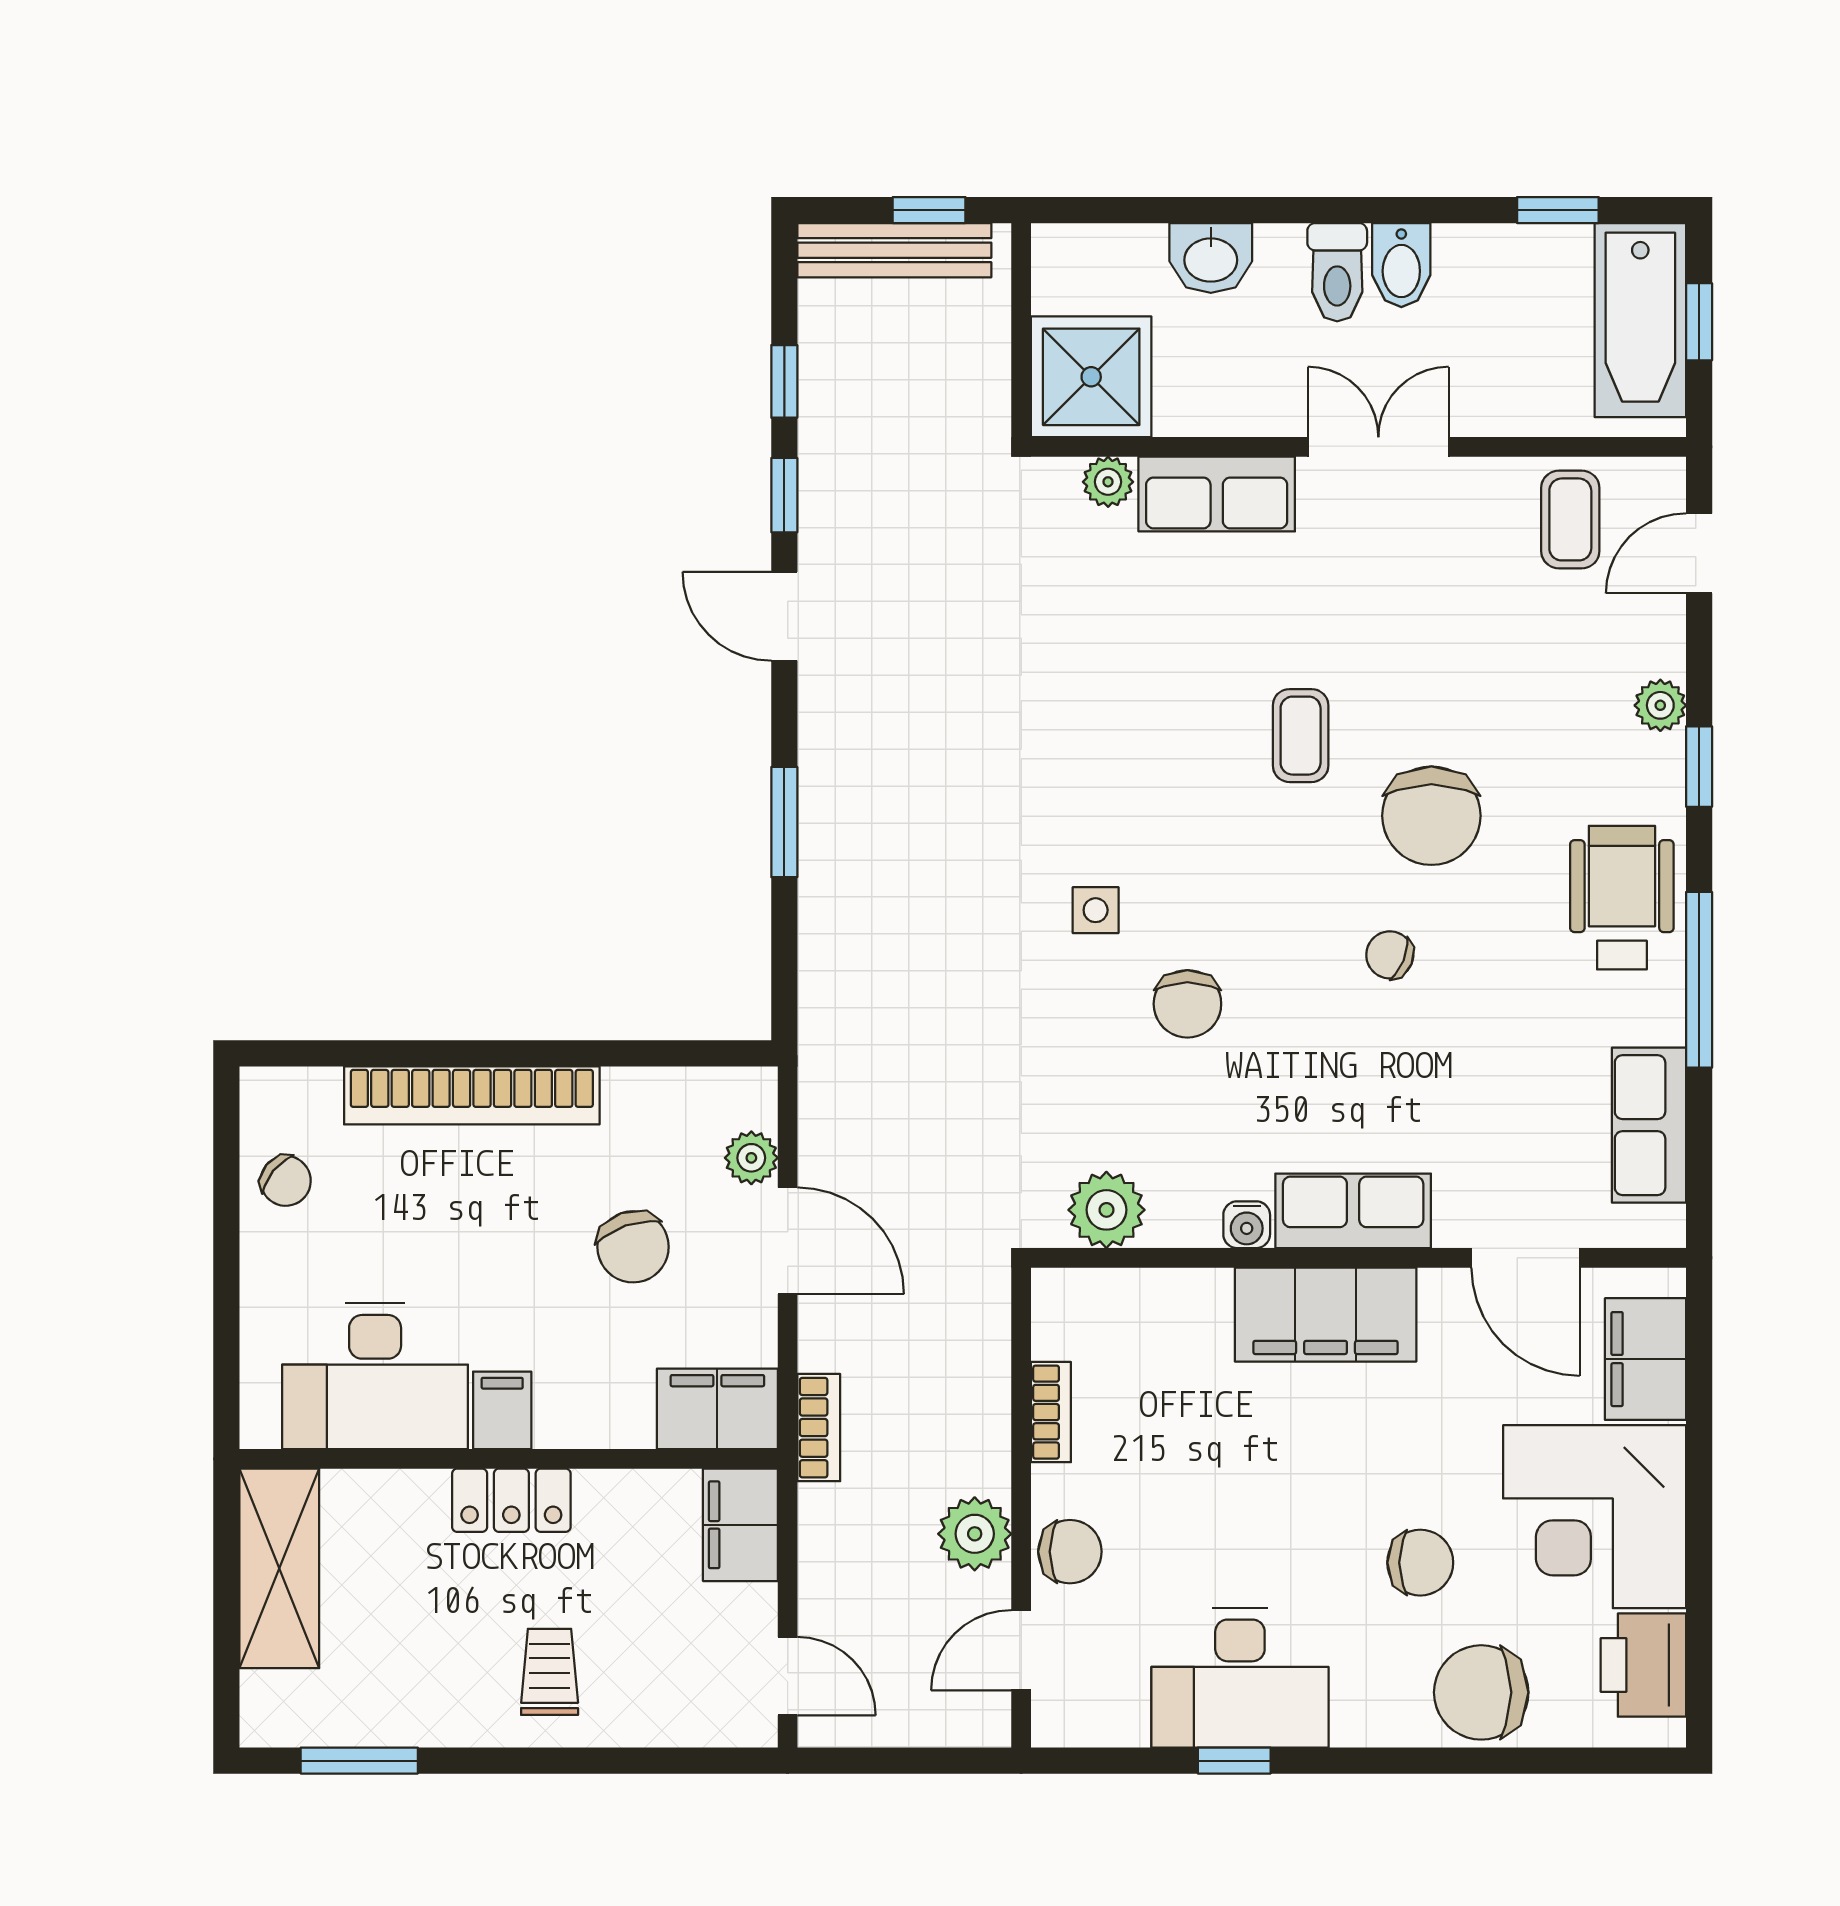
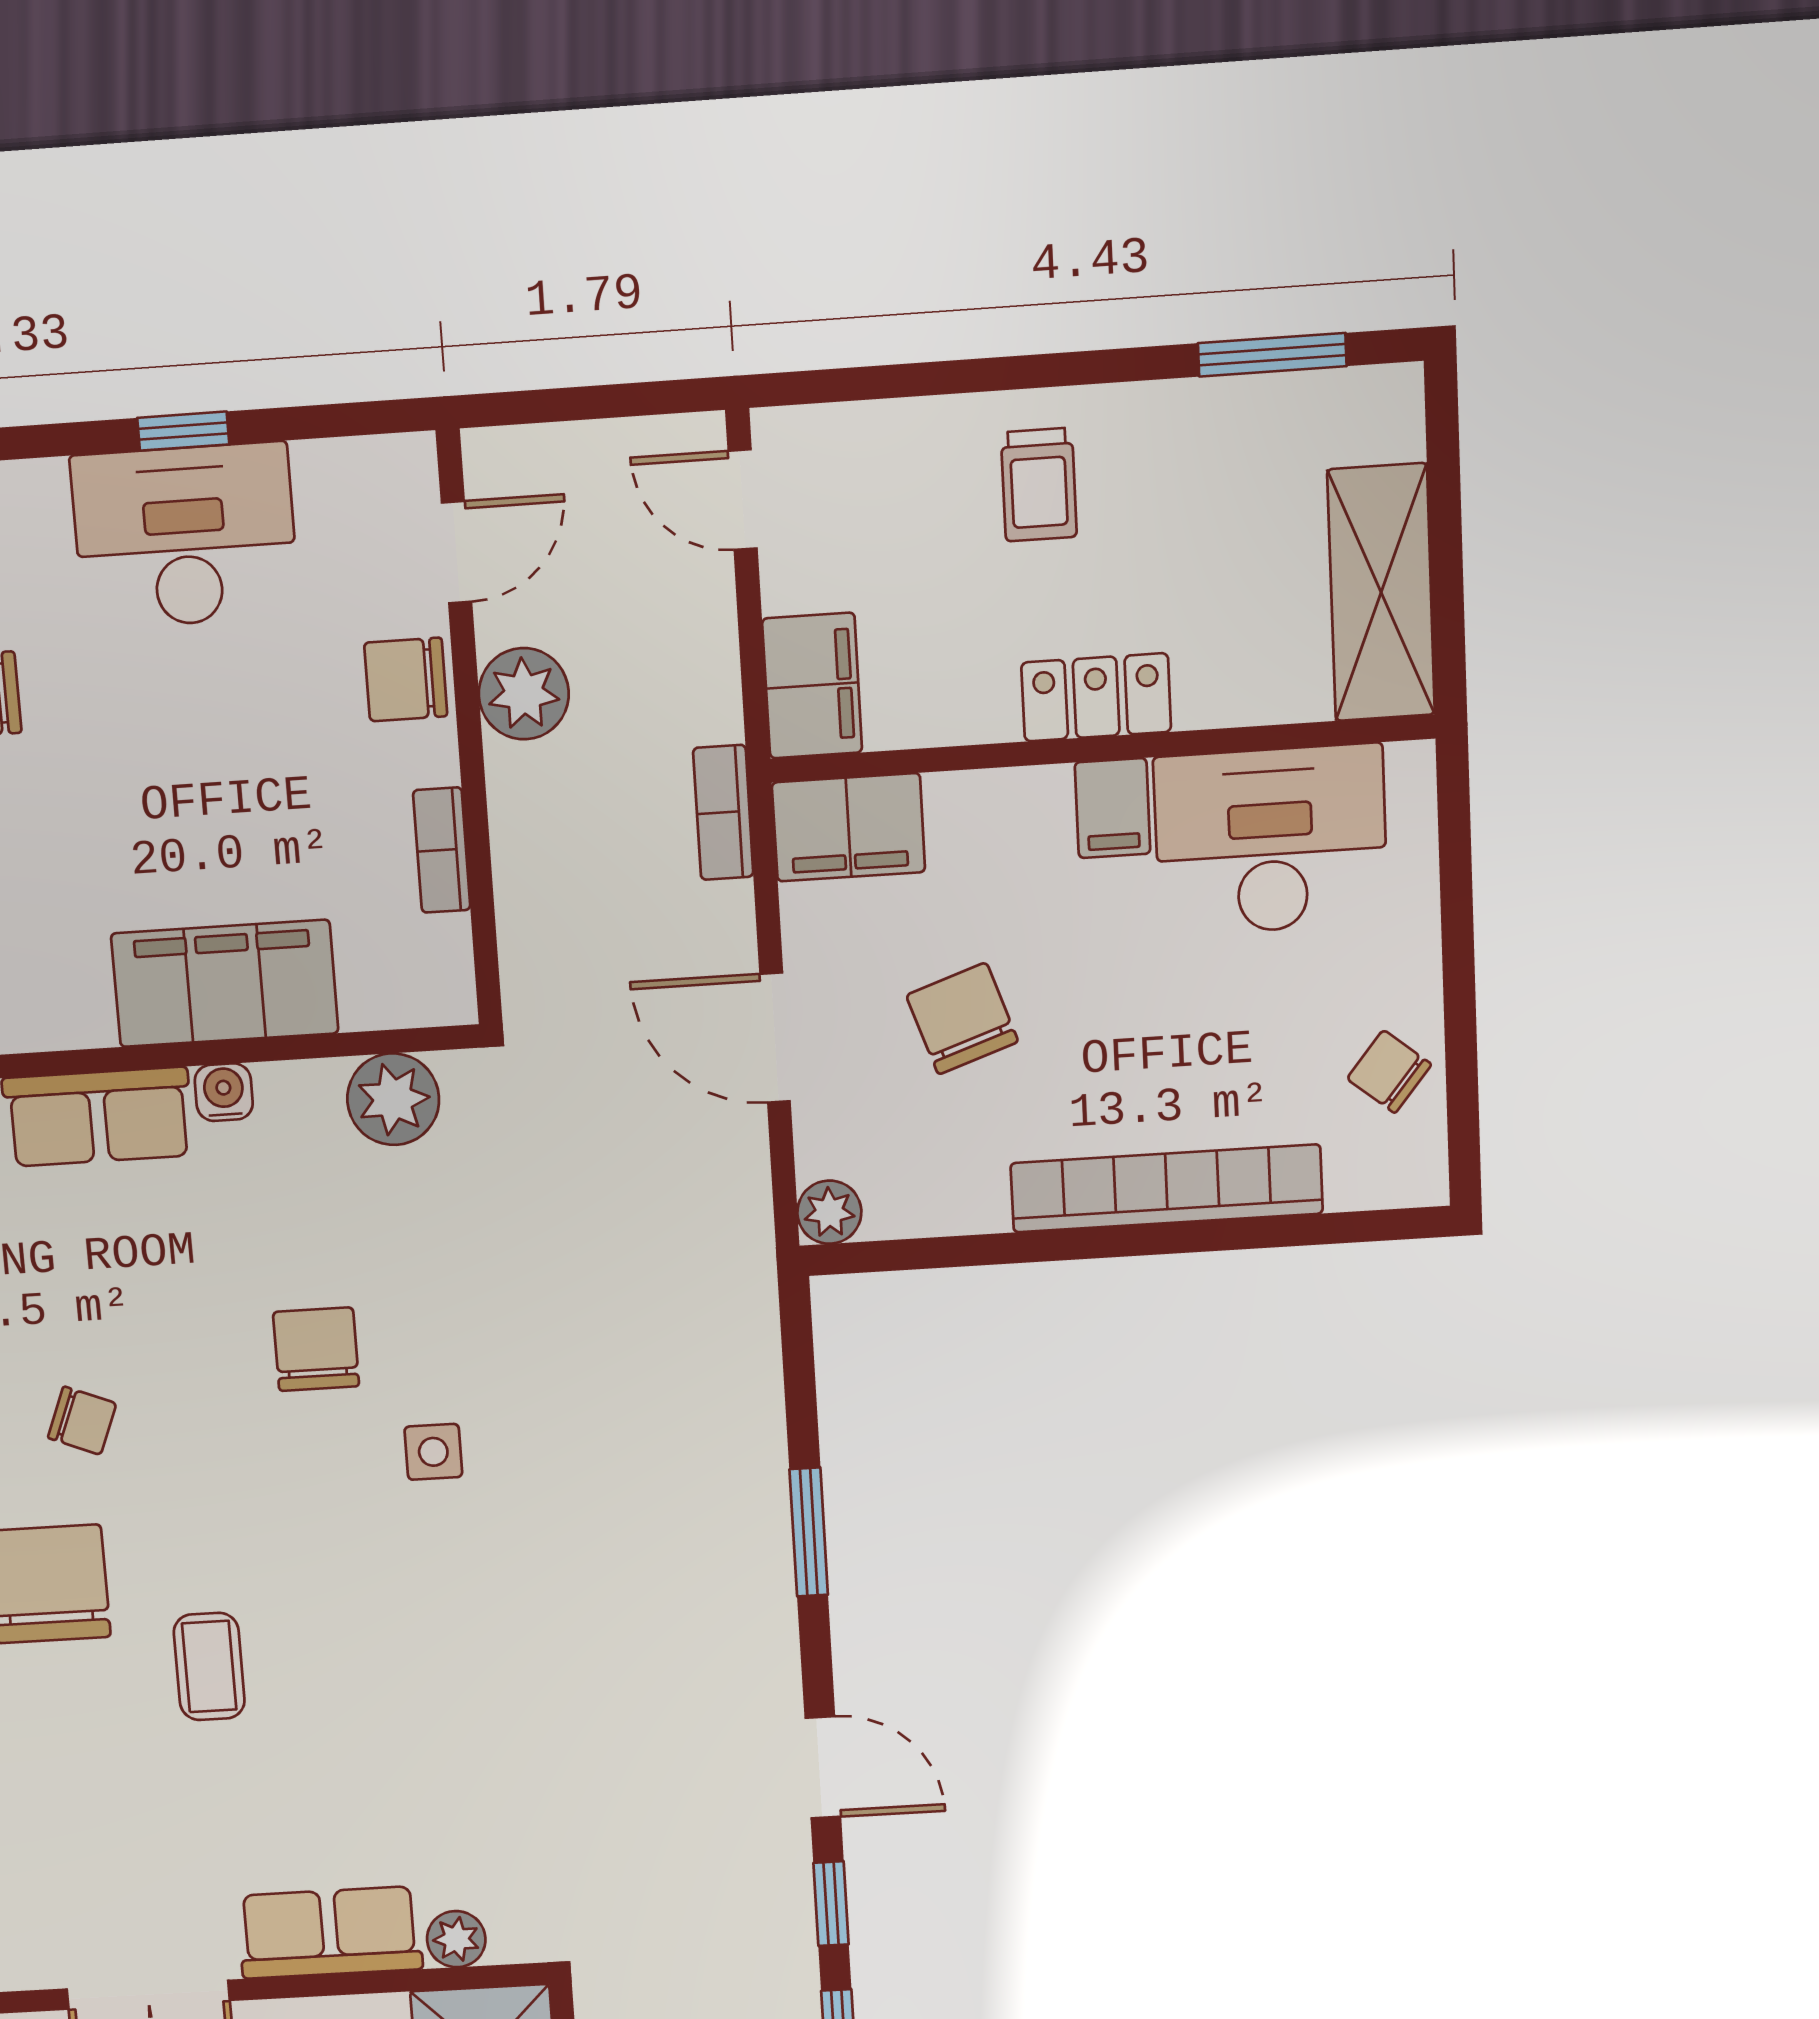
plant: (751, 1158) -> (829, 1212), moved
filing cabinet: (1326, 1315) -> (225, 983), moved

